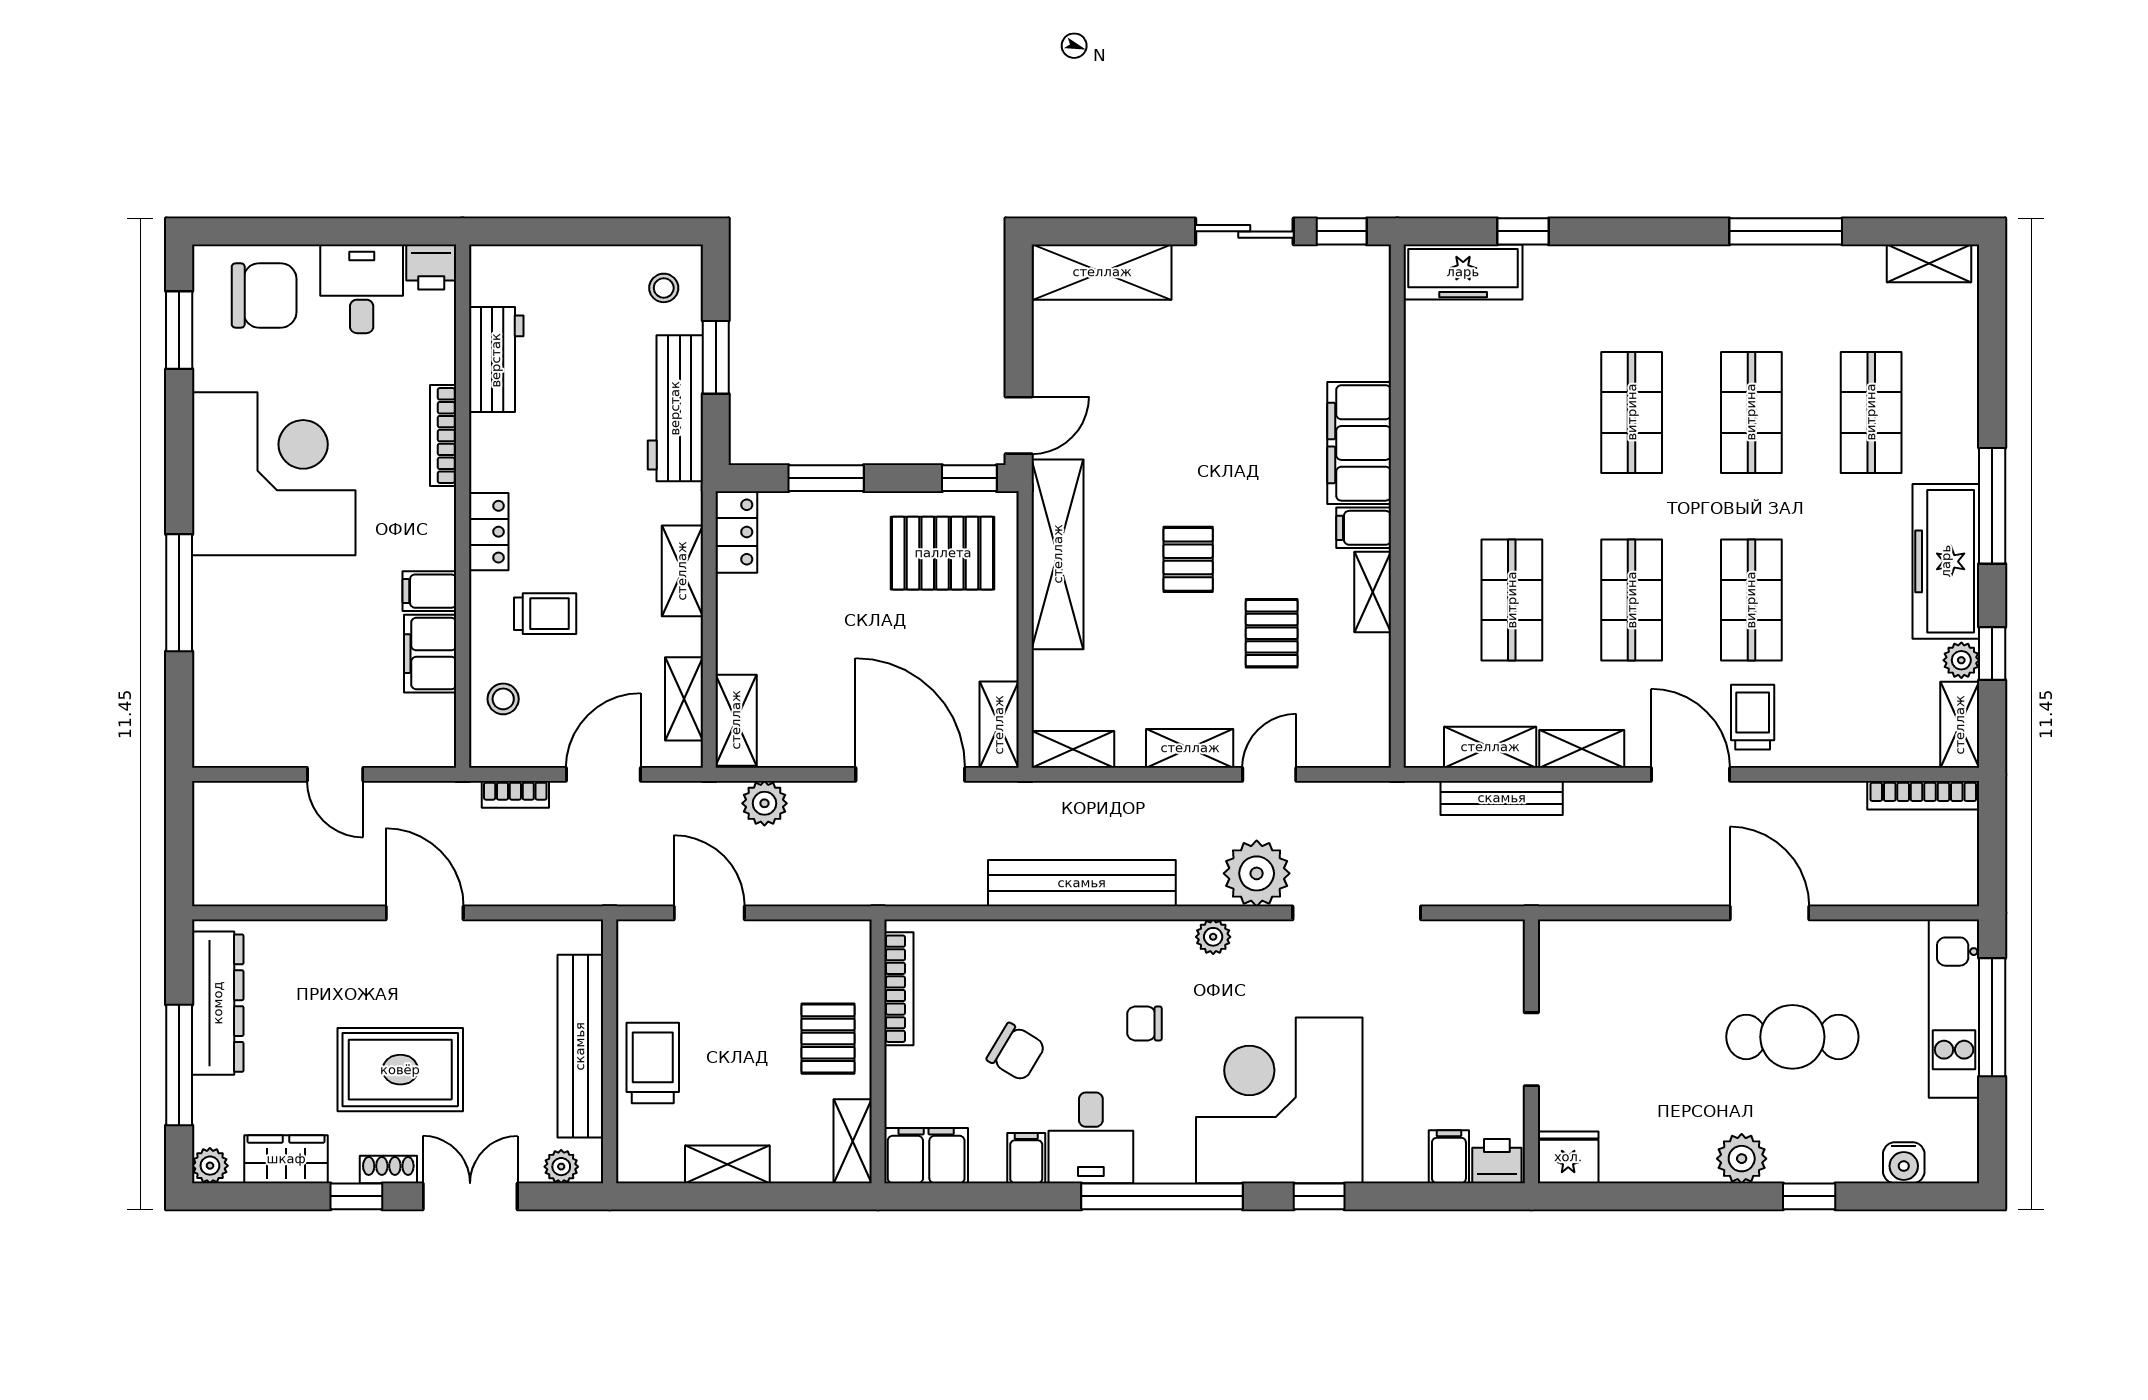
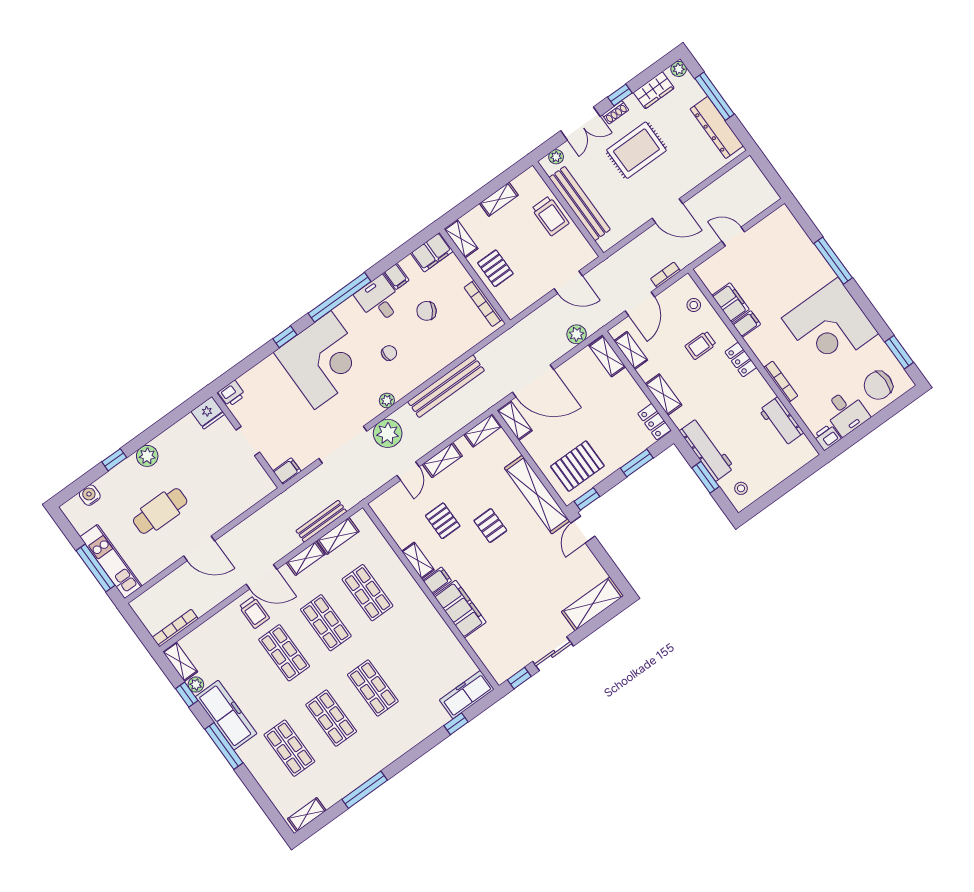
filing cabinet: (1449, 1157) -> (287, 471), moved, turned -90

